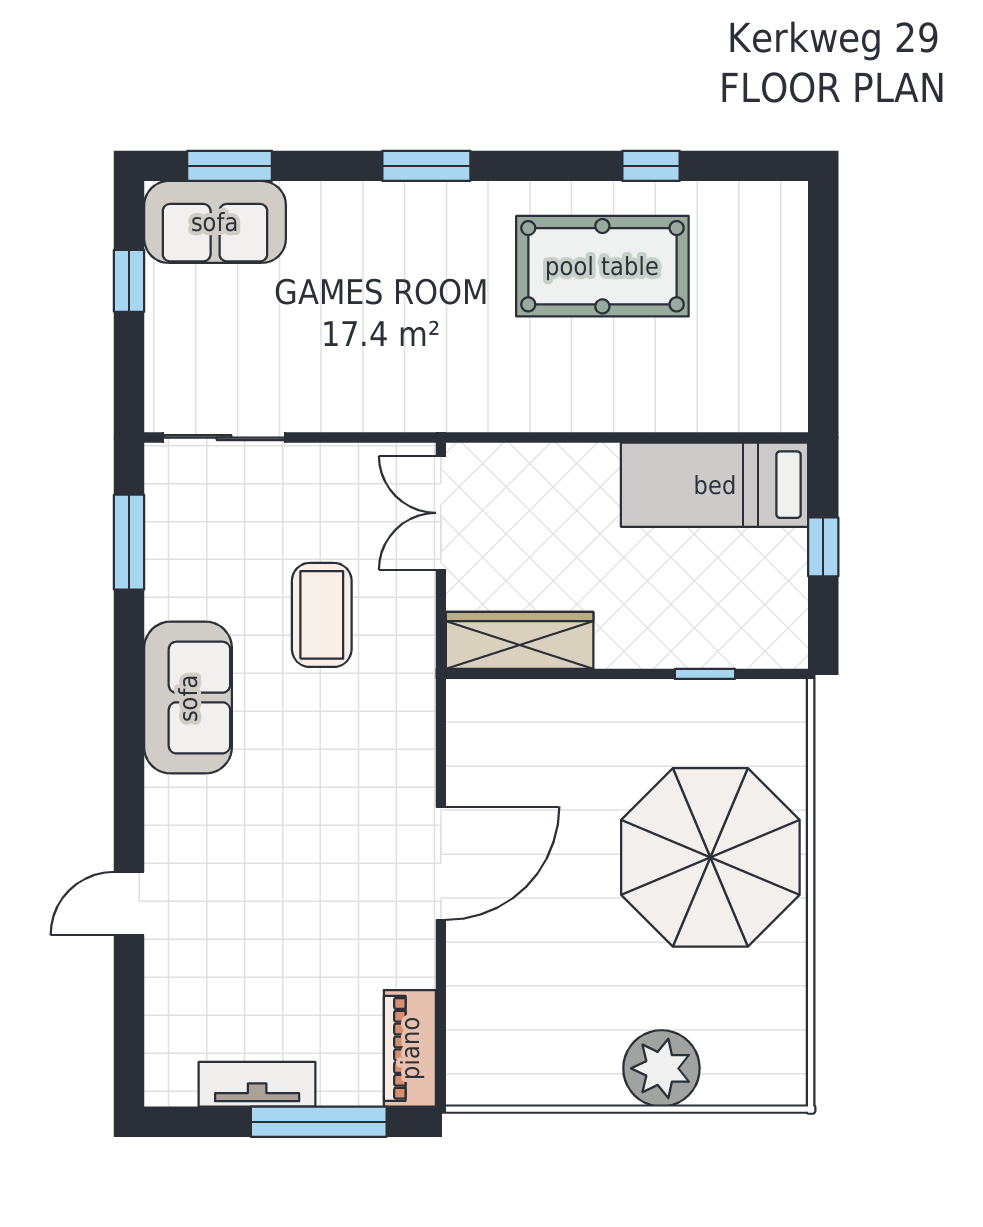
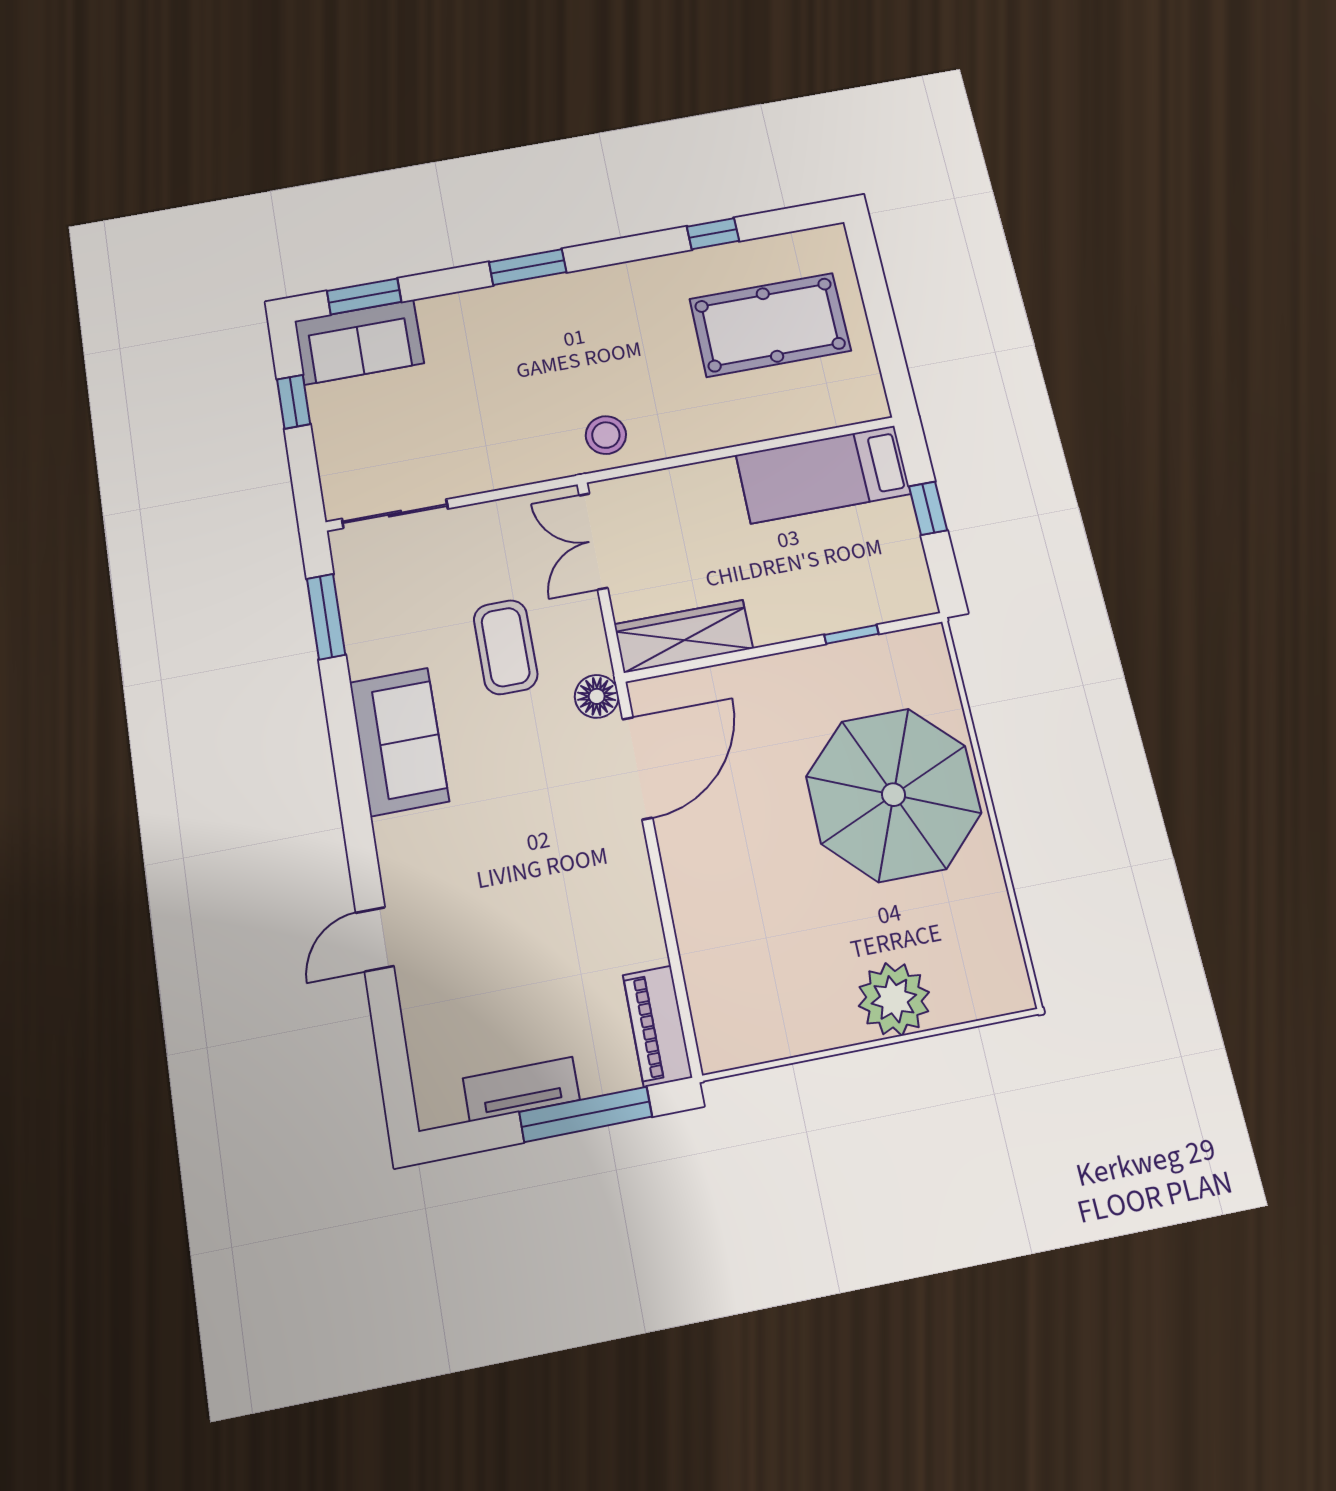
pool table: (602, 266) -> (770, 325), moved
stool: (479, 390) -> (606, 435), added
floor lamp: (412, 689) -> (597, 696), added
door: (441, 863) -> (637, 768), moved

